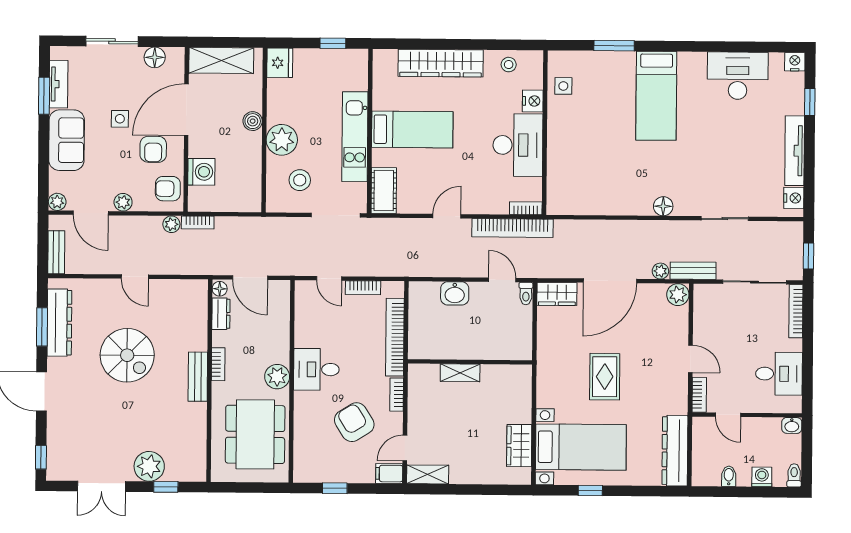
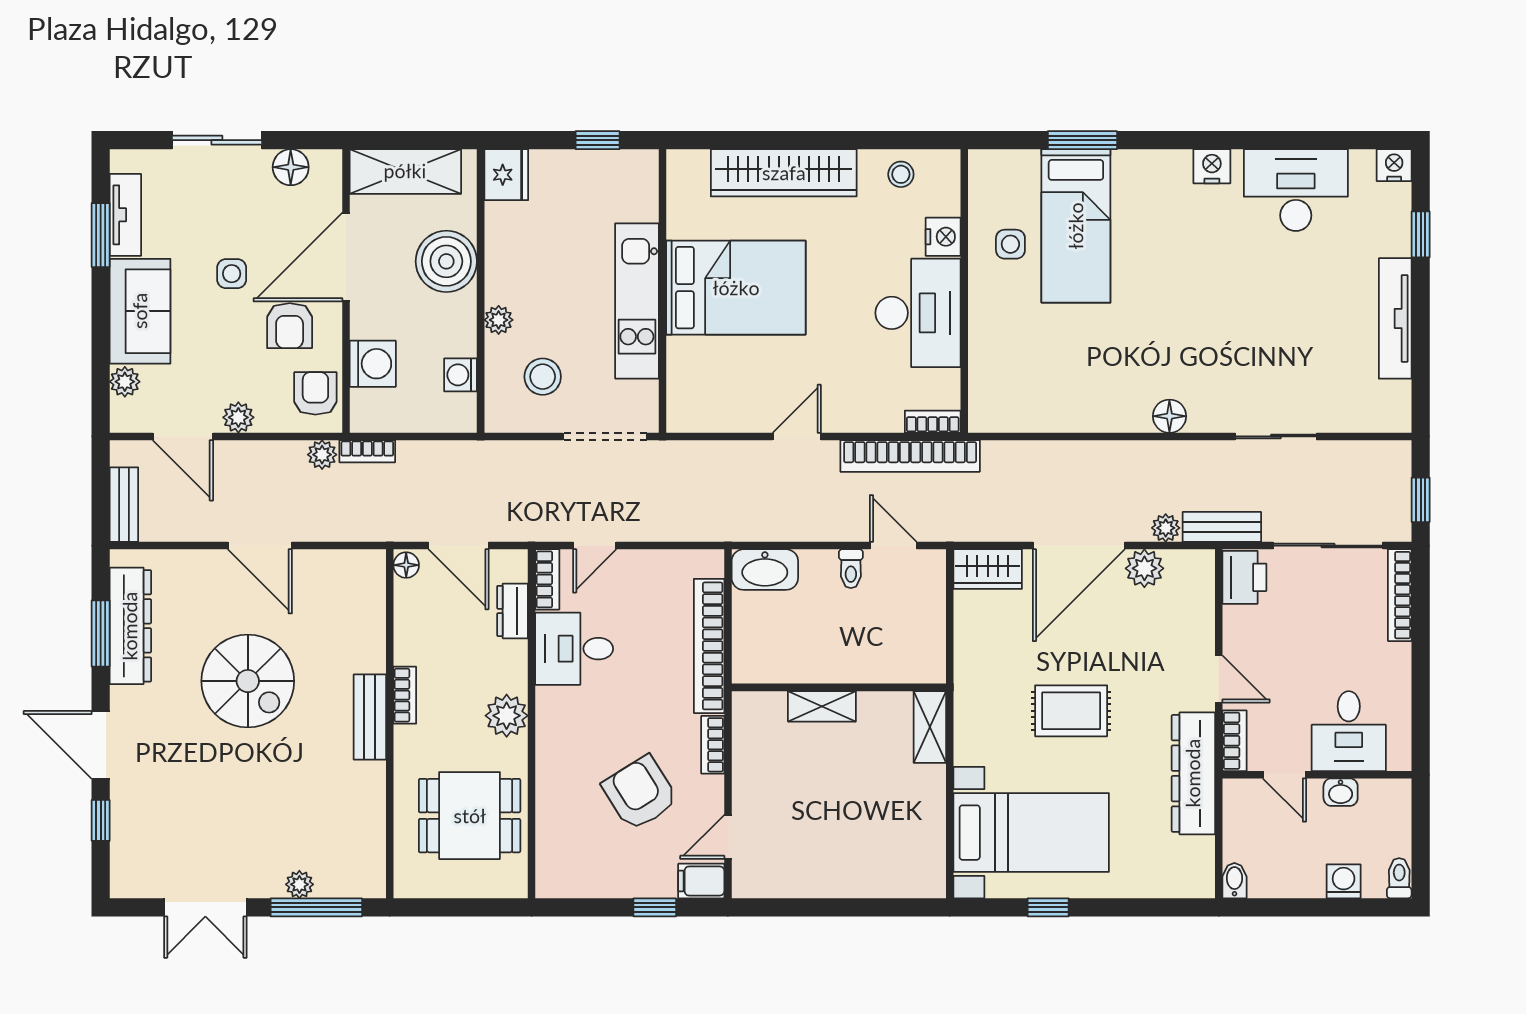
side table: (563, 86) -> (1010, 244), moved
bed: (656, 96) -> (1076, 226), moved
boiler: (253, 121) -> (446, 261), width x1.86, depth x1.86
bed: (412, 129) -> (736, 288), width x1.50
plant: (282, 140) -> (499, 320), width x0.53, depth x0.53
washing machine: (252, 179) -> (461, 375), added
armchair: (168, 189) -> (315, 393), turned 90
cot: (384, 190) -> (688, 393), removed
nightstand: (794, 198) -> (1212, 166), moved, turned -90
plant: (57, 202) -> (125, 382), moved
door: (135, 277) -> (260, 546), width x1.38
door: (329, 278) -> (595, 546), hinge flipped
bookcase: (363, 288) -> (547, 579), moved, turned -90
washbasin: (455, 293) -> (765, 570), moved, width x1.38
toilet: (526, 293) -> (851, 569), moved
plant: (678, 295) -> (1144, 568), moved
printer: (706, 300) -> (1244, 577), added
dresser: (221, 314) -> (512, 611), moved, turned 180
desk: (316, 369) -> (574, 649), moved
desk: (779, 374) -> (1349, 731), moved, turned 90
rug: (605, 377) -> (1071, 711), turned 90
washbasin: (792, 425) -> (1341, 792), moved
dining table: (255, 434) -> (470, 816), width x0.73
wardrobe: (519, 446) -> (925, 831), removed
dresser: (675, 451) -> (1193, 773), moved
window: (41, 457) -> (101, 820), moved
plant: (149, 466) -> (299, 884), width x0.53, depth x0.53
shelving: (428, 474) -> (930, 727), moved, turned 90
bidet: (729, 476) -> (1234, 881), moved
window: (166, 487) -> (316, 907), width x2.17
window: (335, 488) -> (655, 907), moved

